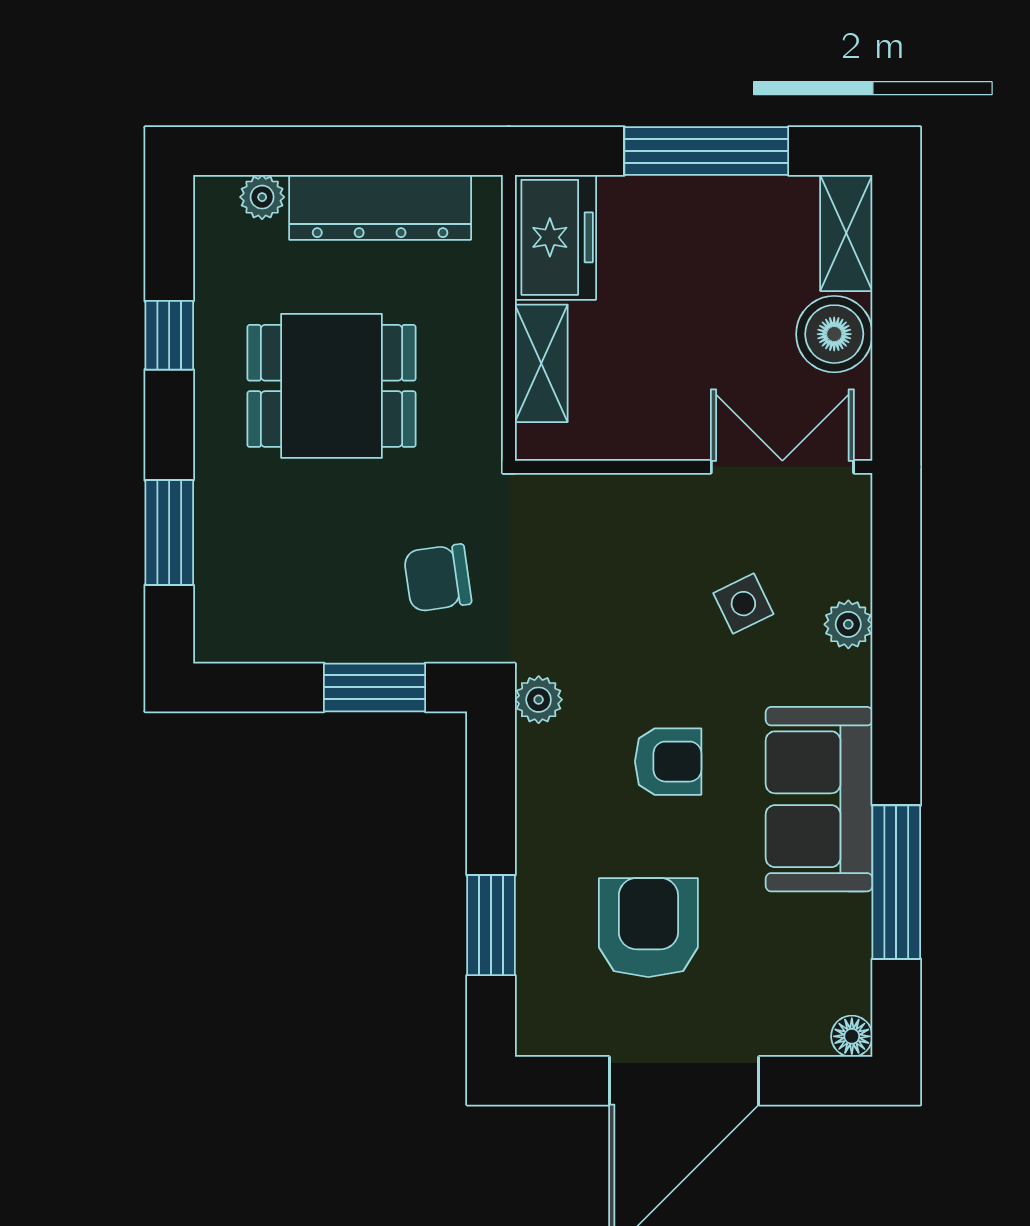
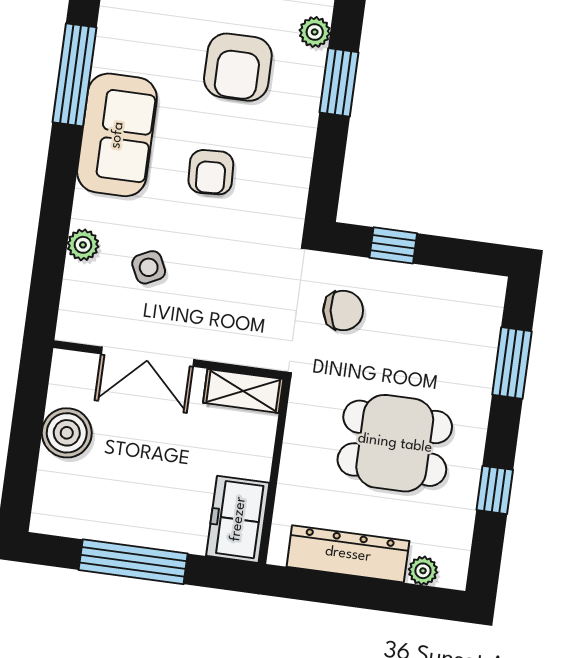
shelving: (846, 233) -> (50, 497), removed
shelving: (541, 363) -> (243, 391), moved, turned 90
double door: (782, 467) -> (148, 357), moved
window: (375, 687) -> (393, 245), width x0.67
plant: (539, 700) -> (315, 32), moved
armchair: (668, 762) -> (211, 172), turned -93

